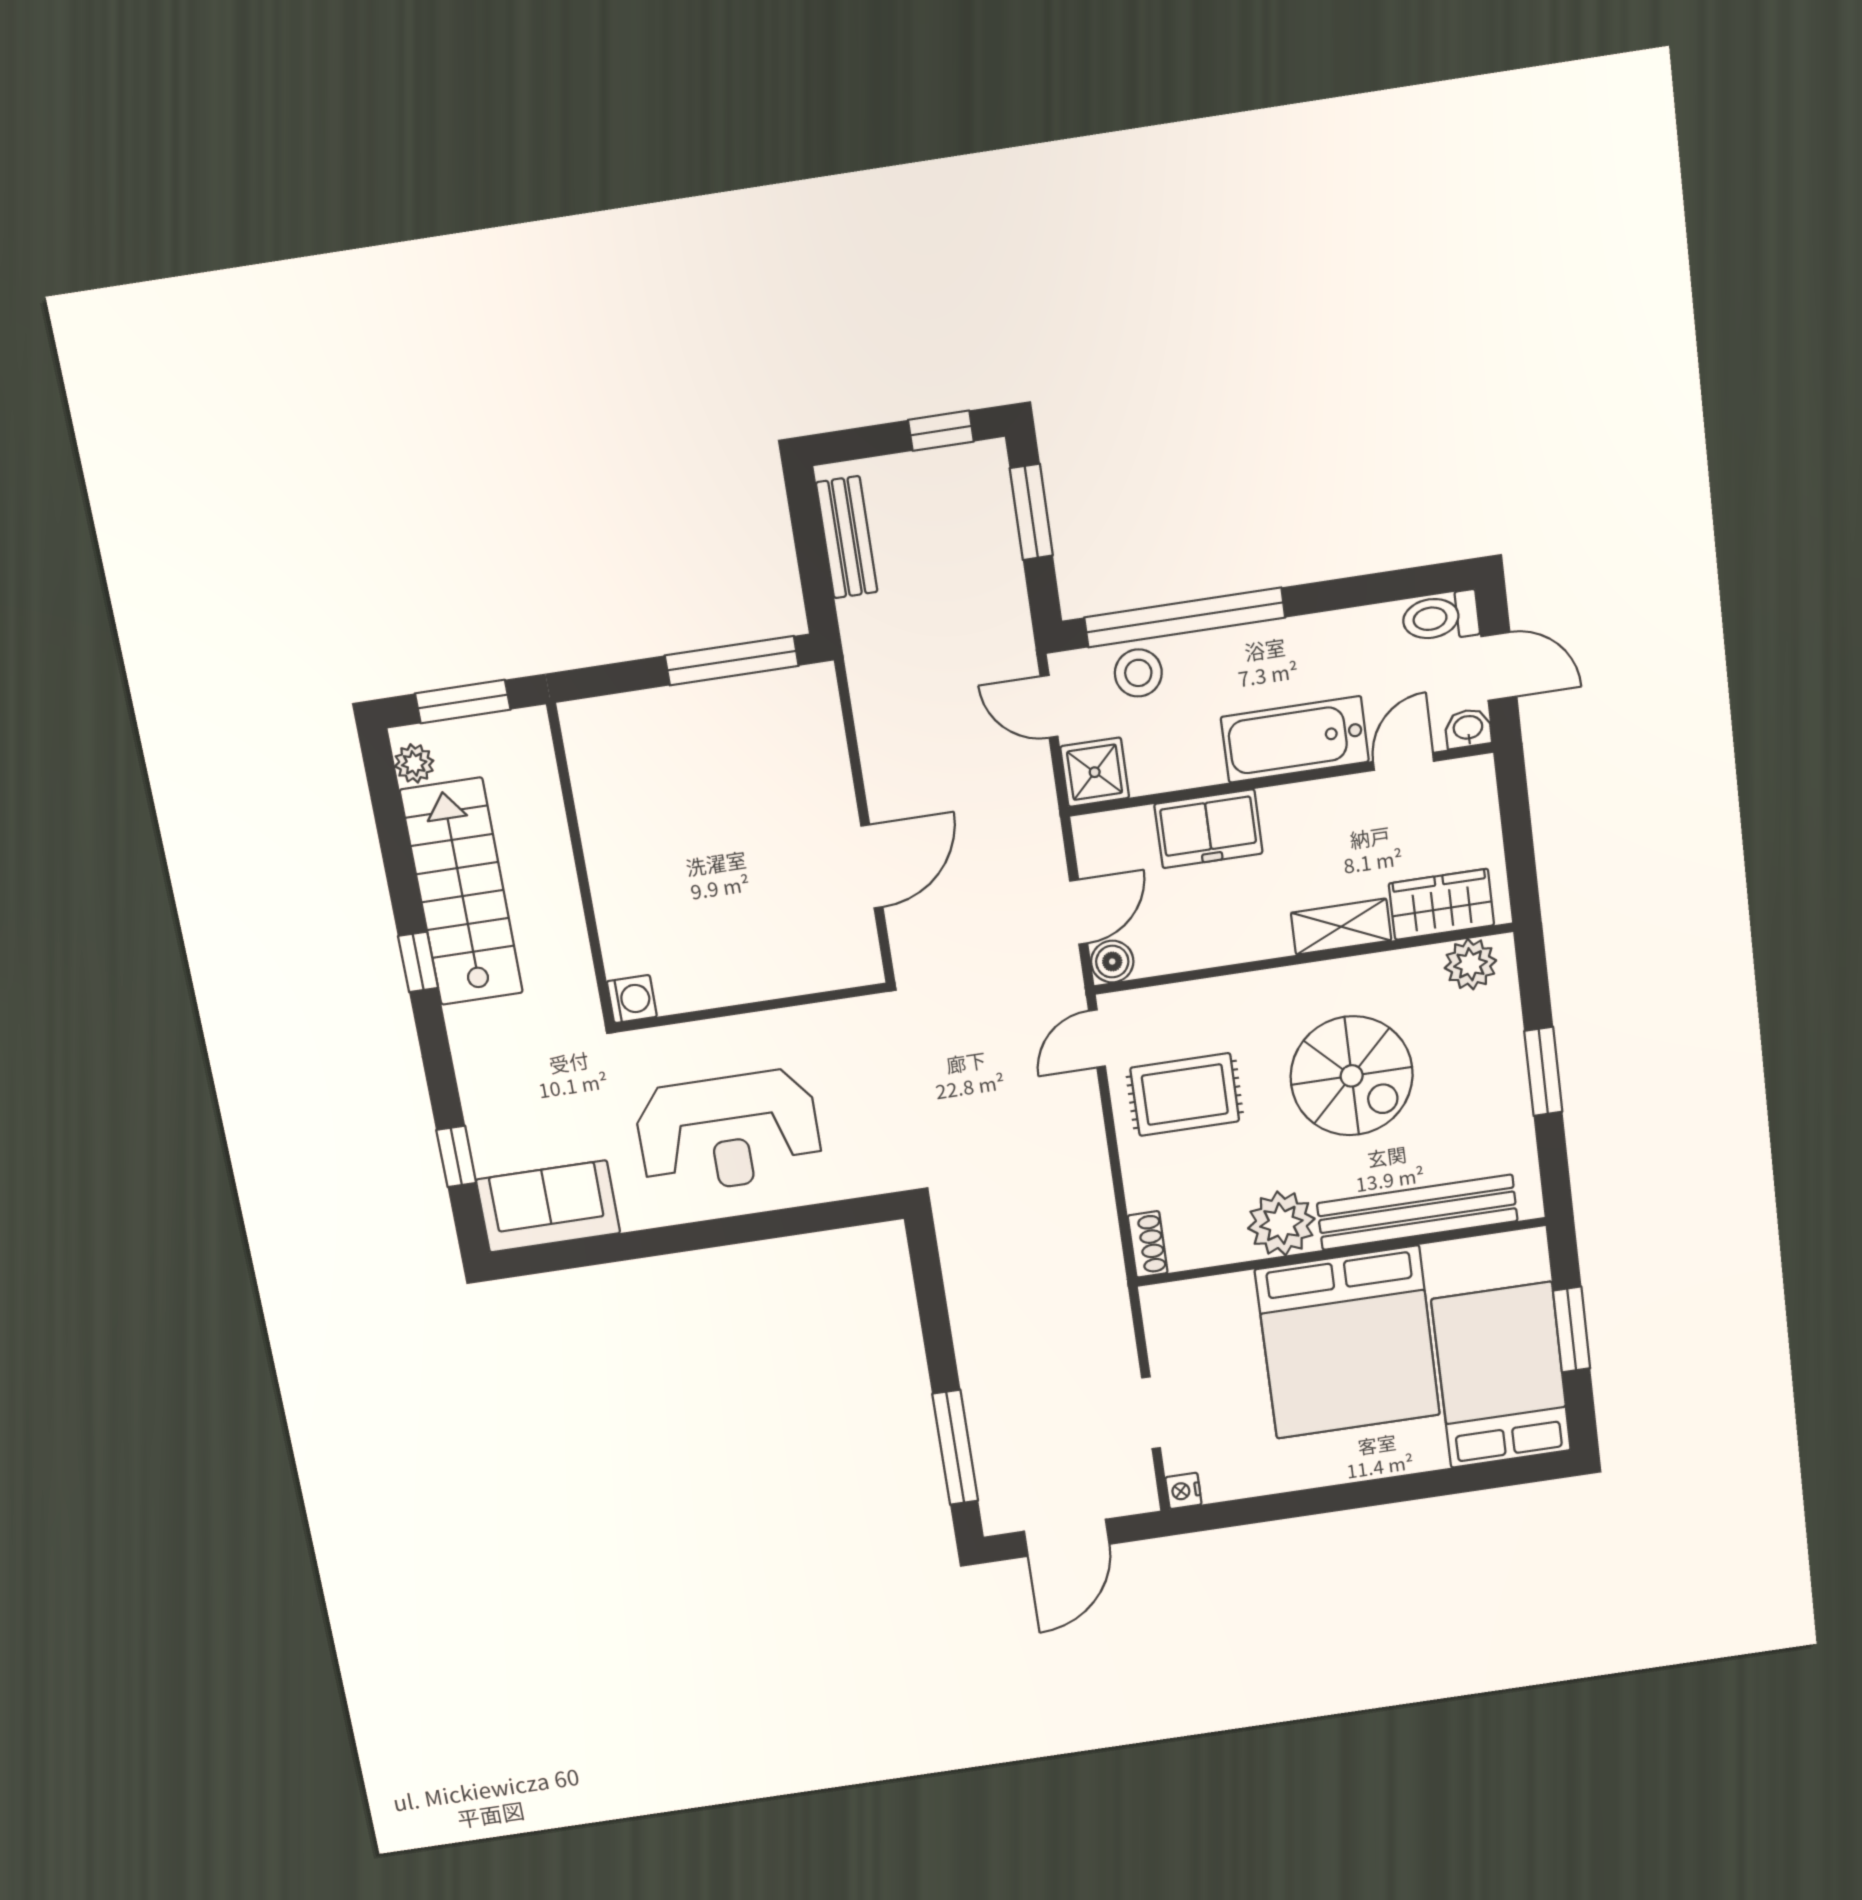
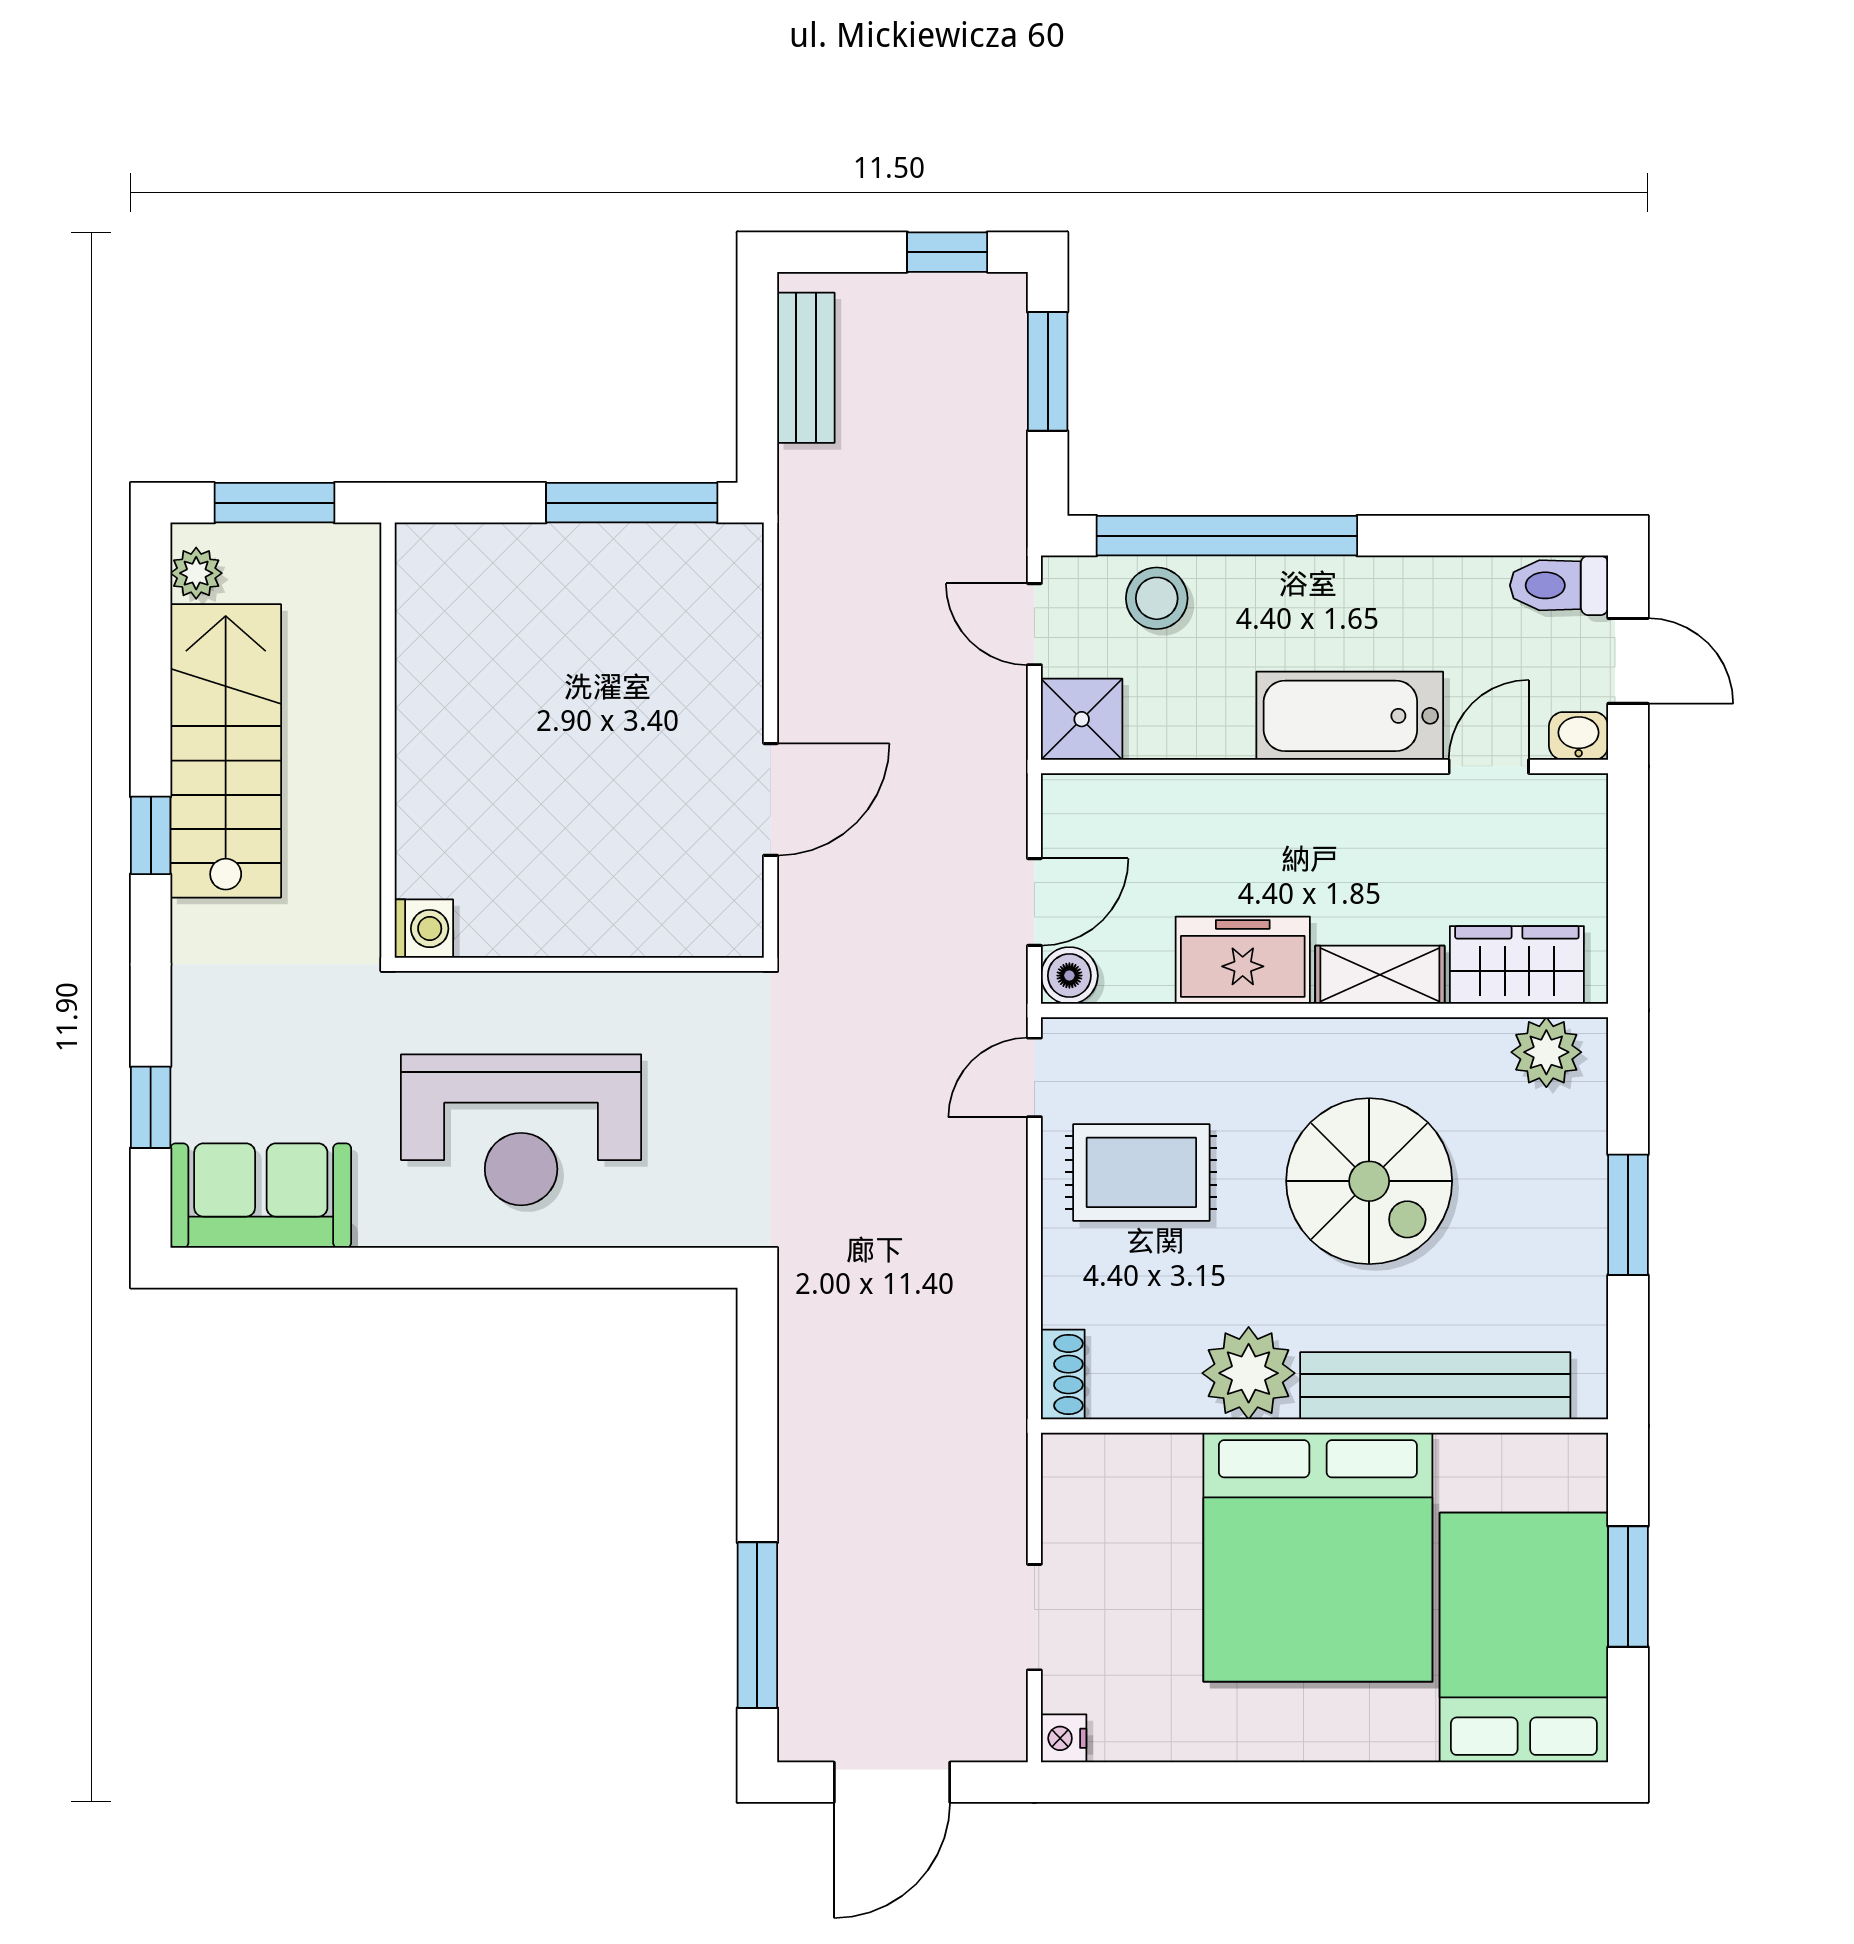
freezer: (1208, 829) -> (1243, 960), moved, turned 180

